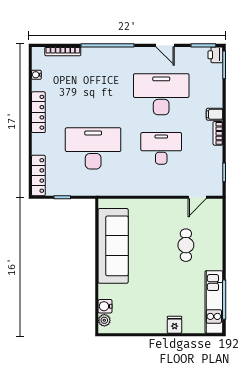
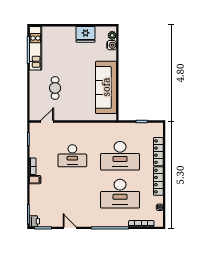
desk: (161, 94) -> (120, 194), moved
locker: (38, 175) -> (158, 152), moved
fridge: (175, 325) -> (86, 34), moved, width x1.88, depth x1.34

